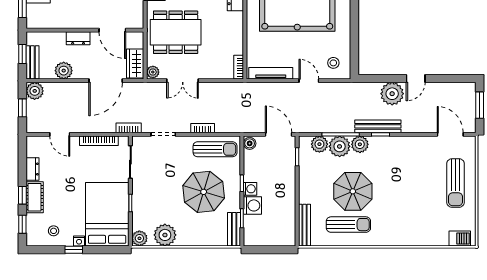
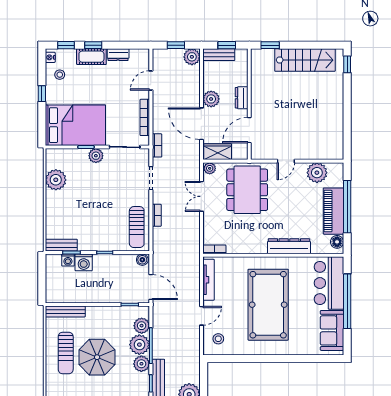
plant: (64, 71) -> (211, 99), moved
door: (279, 134) -> (151, 287), hinge flipped
washing machine: (250, 189) -> (68, 260), moved
parasol: (204, 192) -> (97, 216), removed
plant: (139, 238) -> (96, 156), moved
nightstand: (79, 241) -> (50, 57), moved

